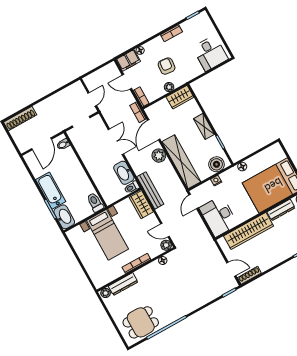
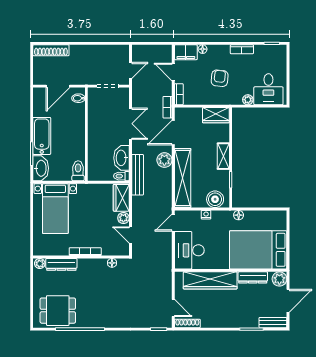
plant: (169, 87) -> (248, 100), moved
bench: (150, 190) -> (138, 175), moved
bed with nightstands: (107, 235) -> (55, 209), moved
plant: (166, 245) -> (123, 218), moved

